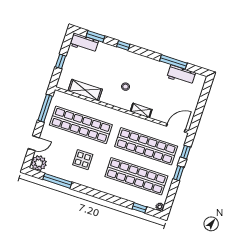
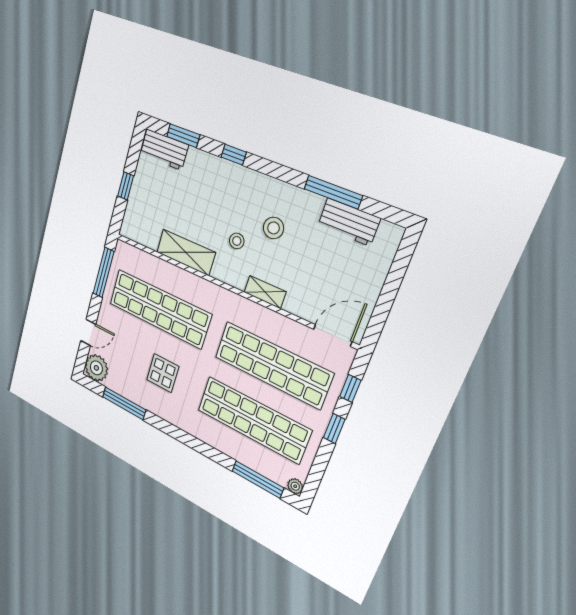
stool: (145, 79) -> (273, 228), added
shelving: (85, 90) -> (186, 252), moved
window: (139, 208) -> (258, 479), width x2.17

